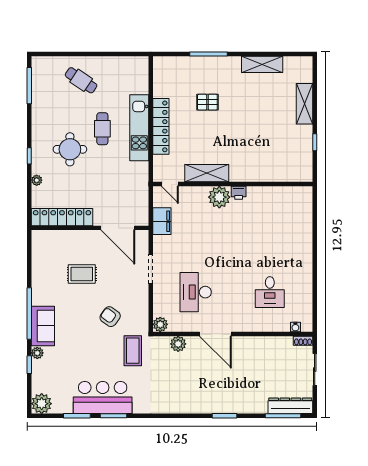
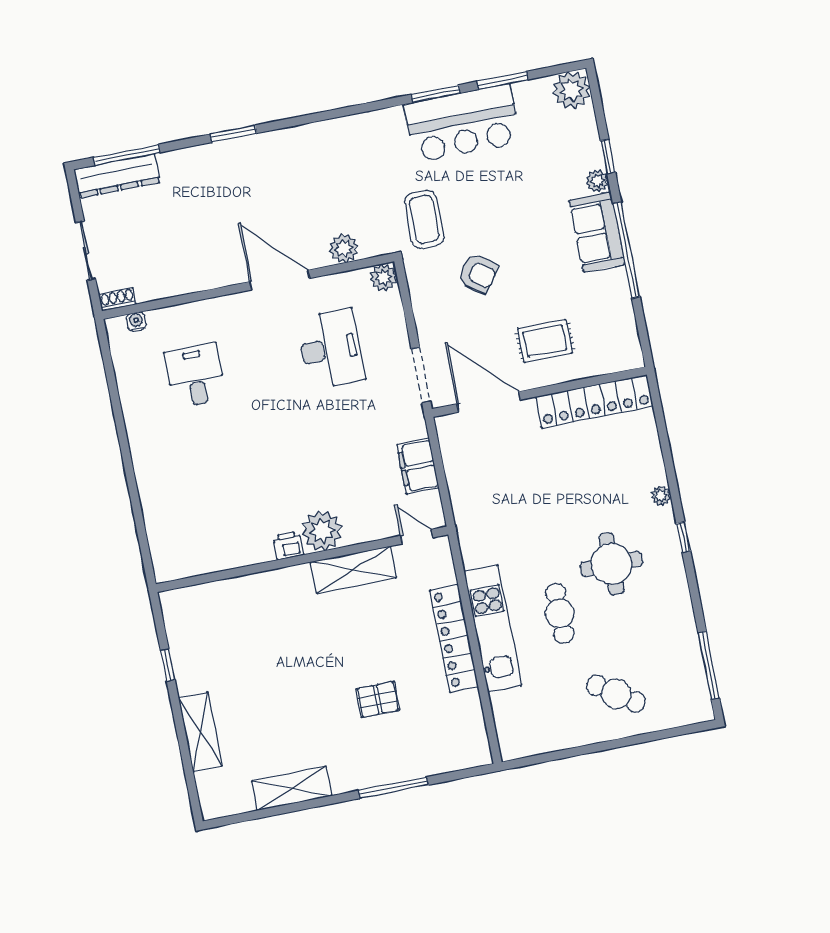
locker: (62, 217) -> (594, 401), moved
wall: (90, 228) -> (539, 392), moved
door: (118, 228) -> (489, 402), moved

